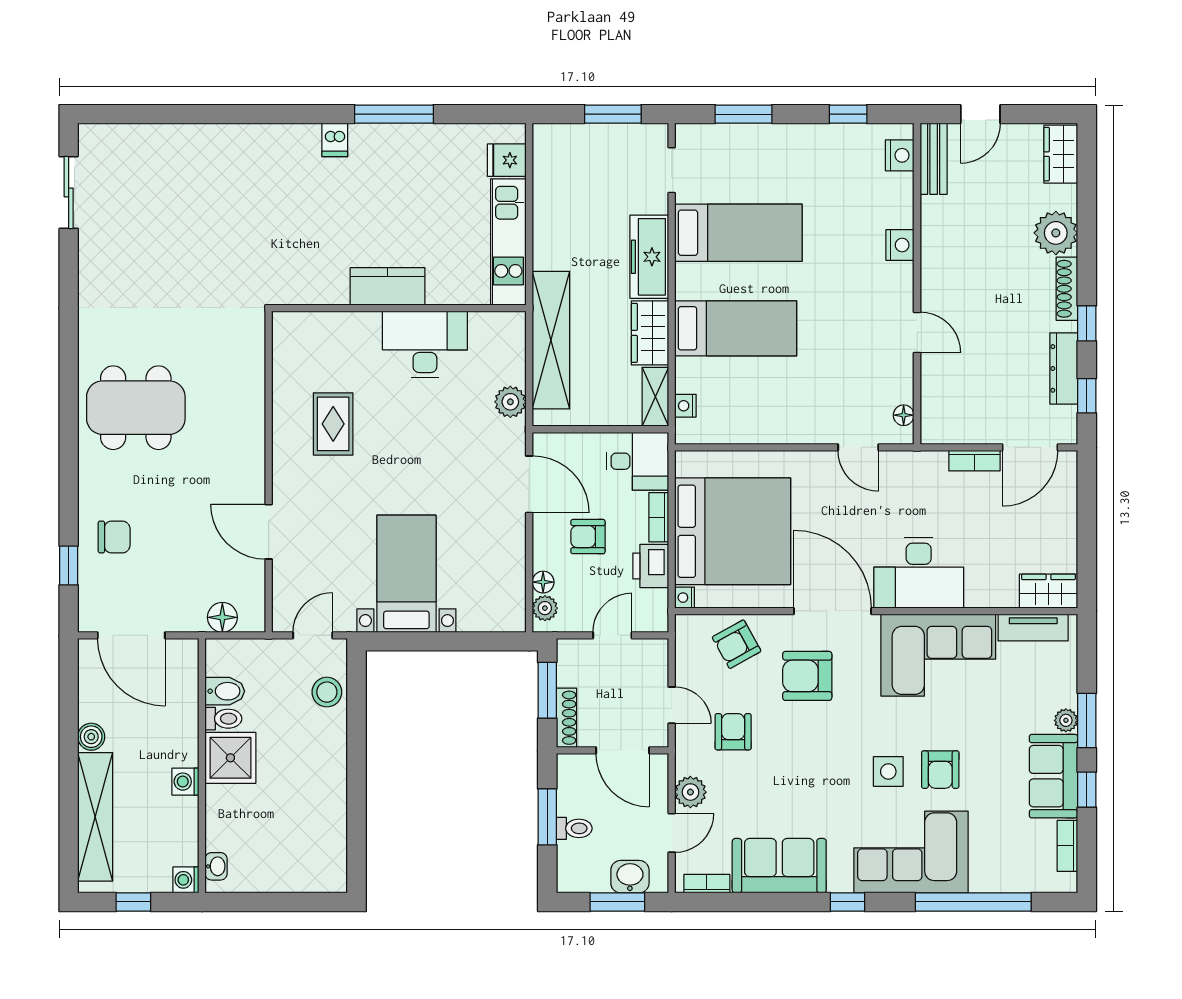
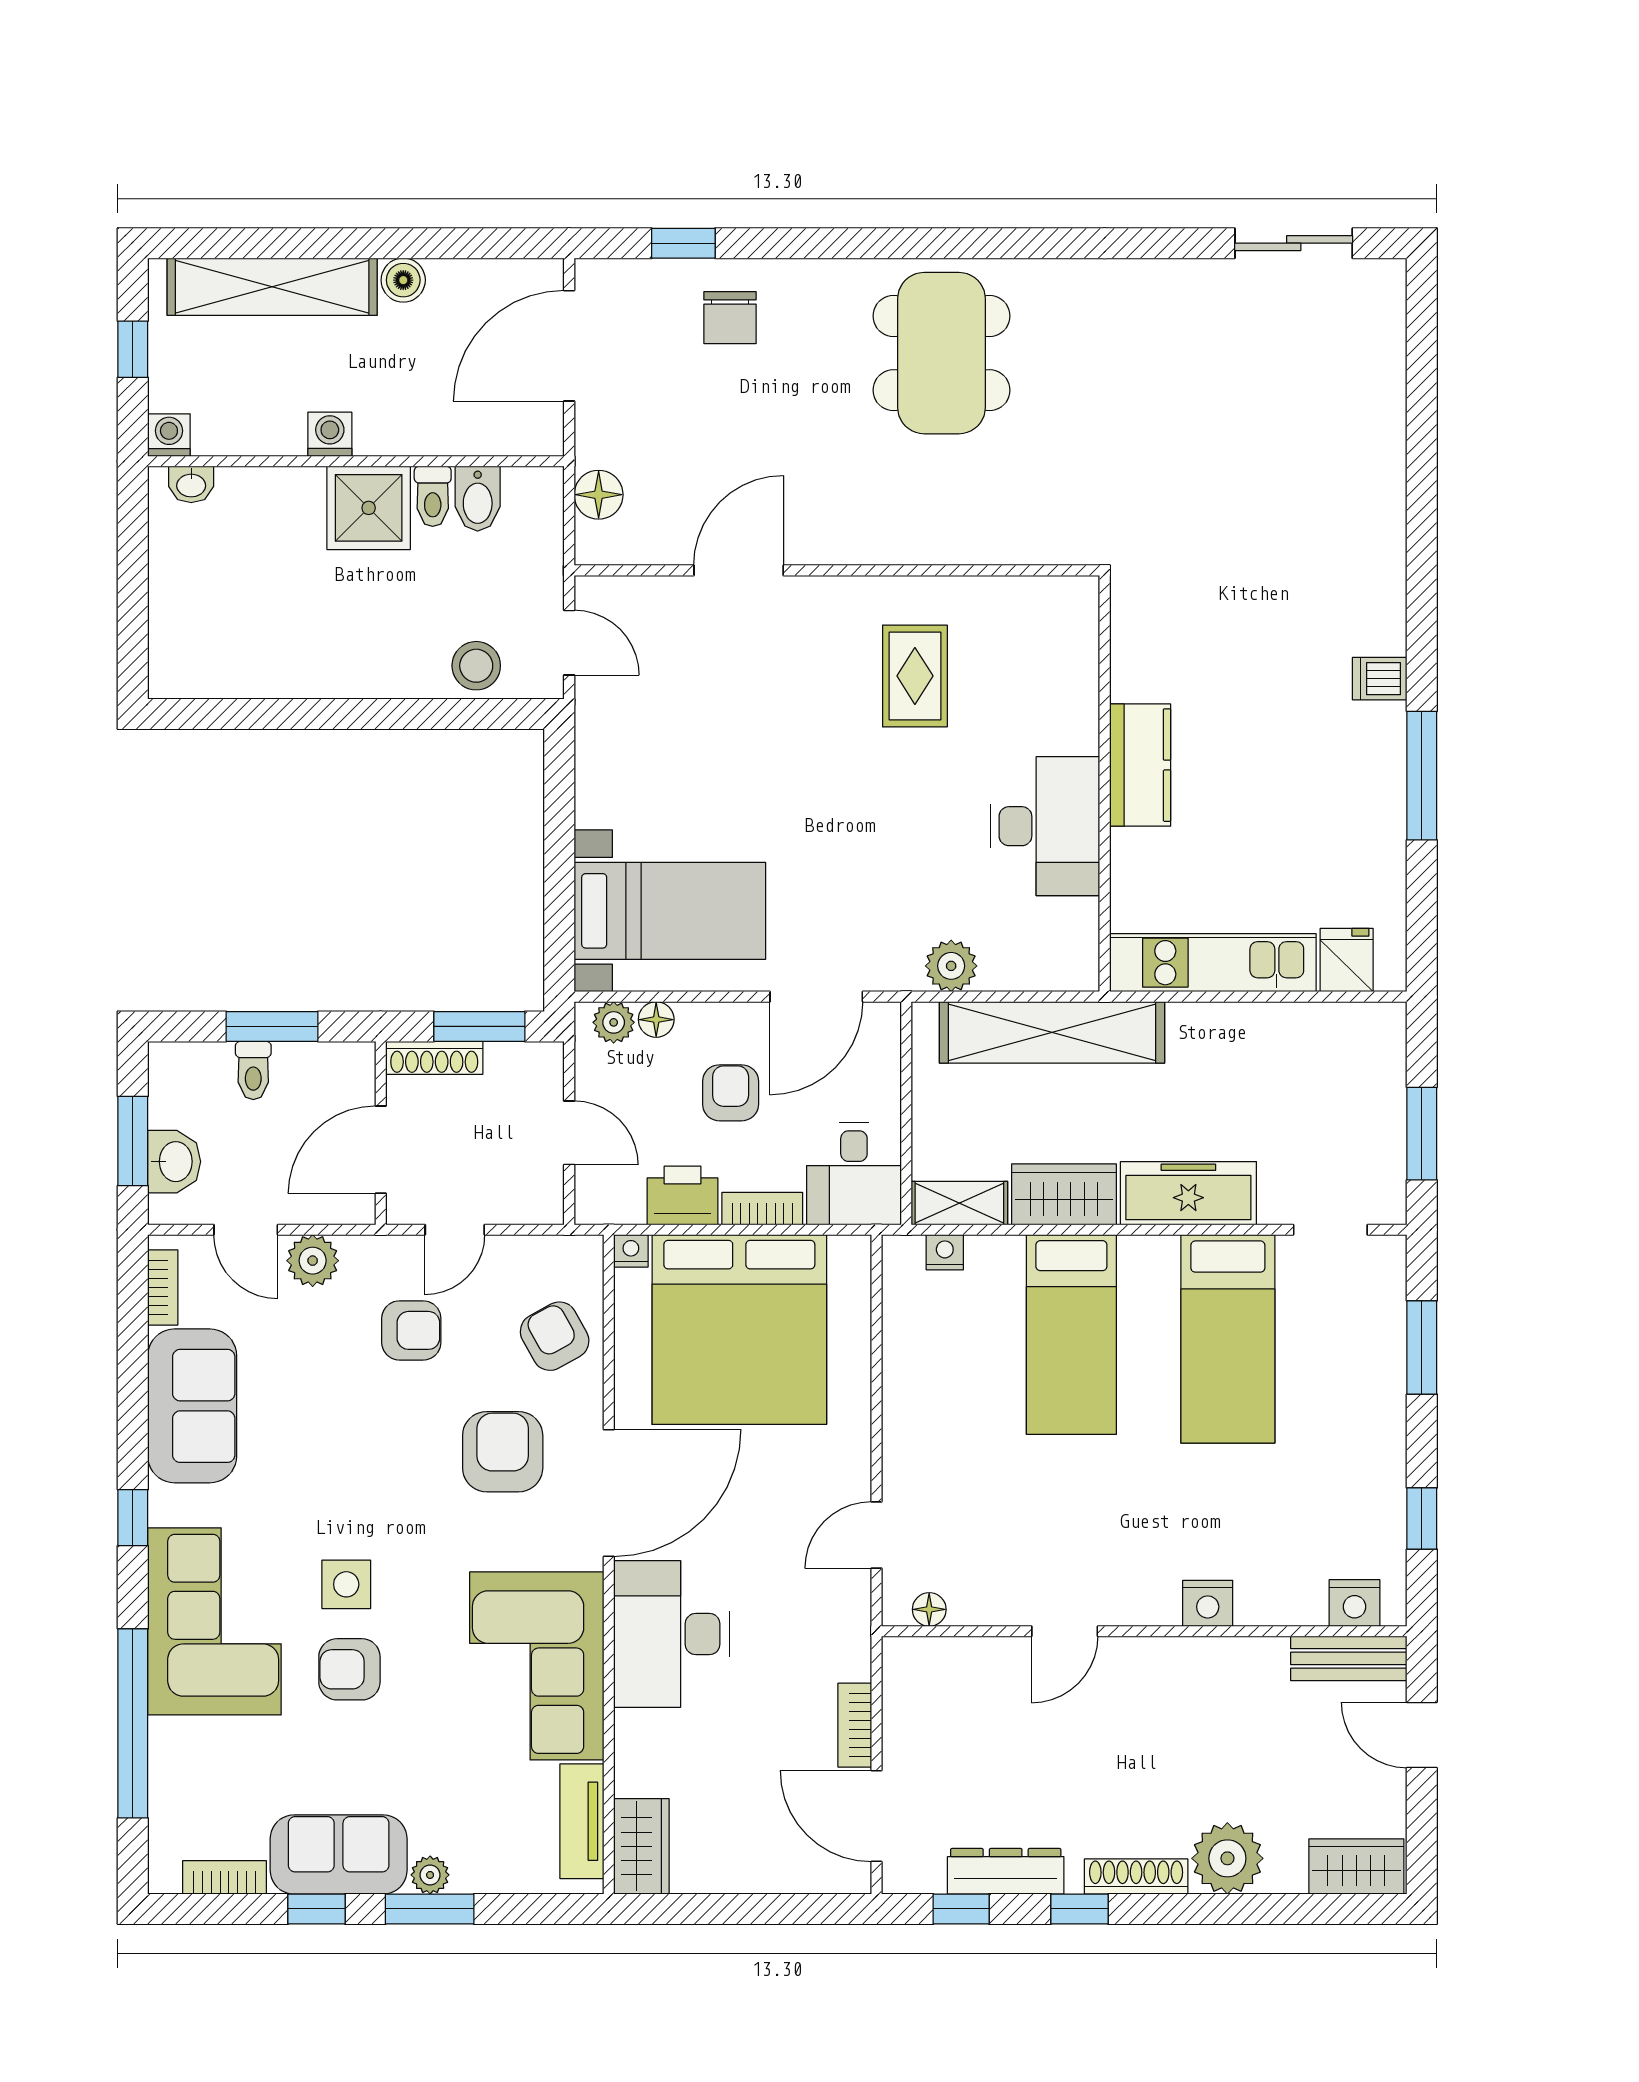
rug: (333, 424) -> (915, 676), turned 90
bed with nightstands: (406, 574) -> (670, 911), moved

